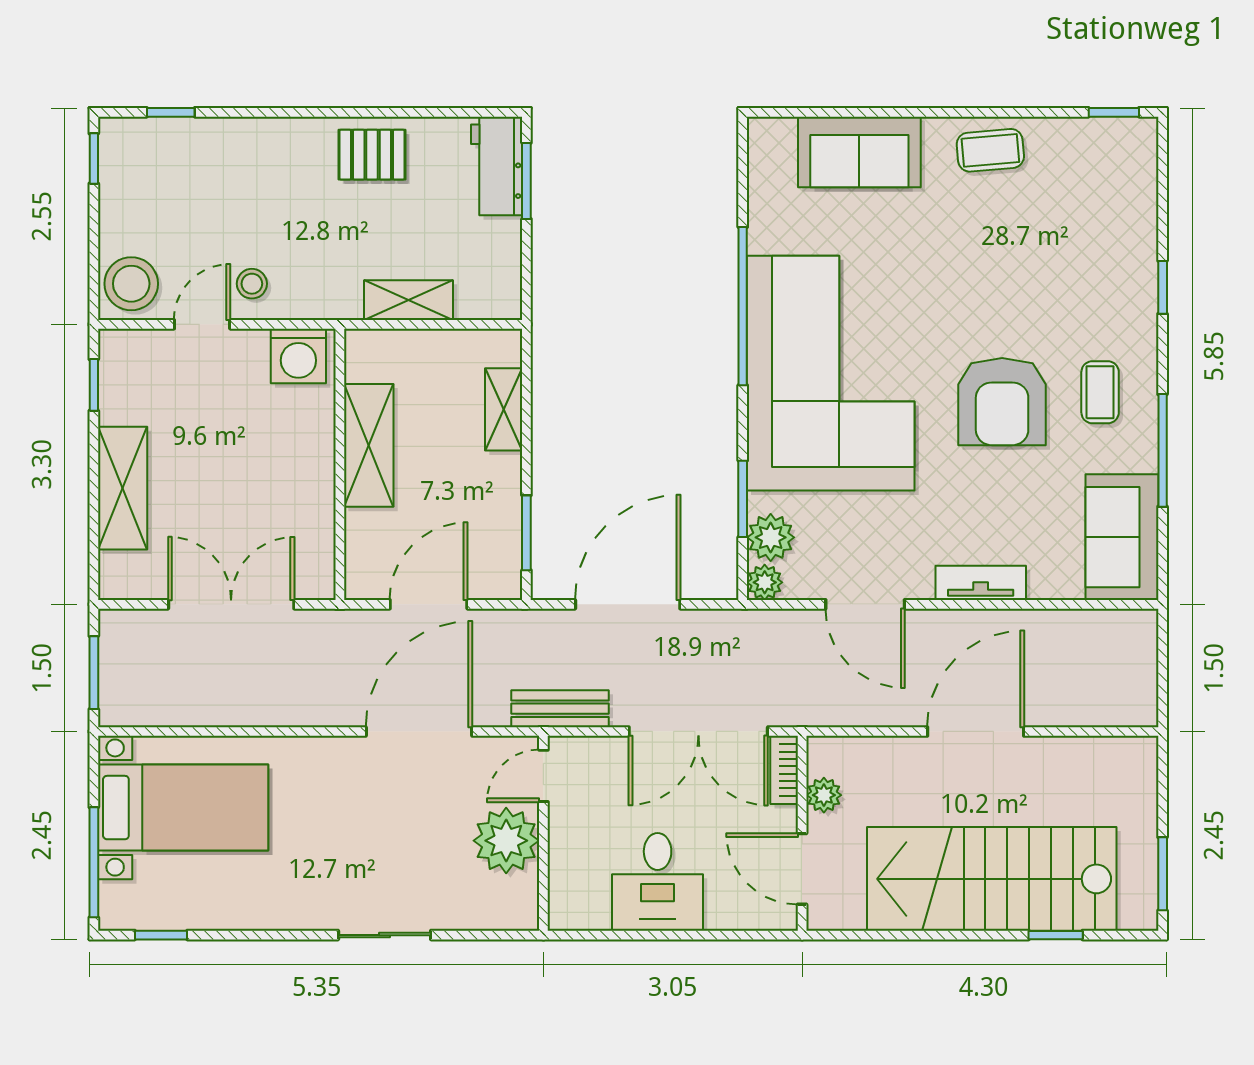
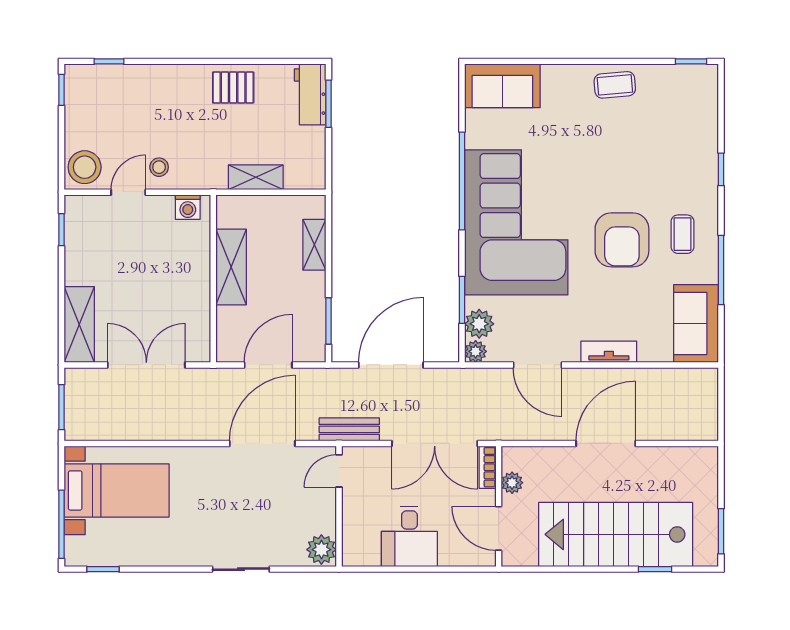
sofa: (859, 152) -> (502, 86), moved
washing machine: (298, 356) -> (188, 207), width x0.73, depth x0.73
shelving: (123, 488) -> (79, 324), moved
plant: (506, 841) -> (321, 550), moved, width x0.73, depth x0.73

